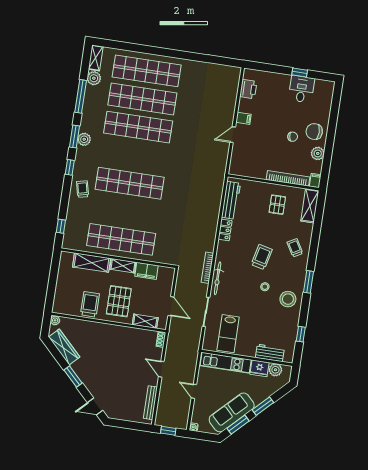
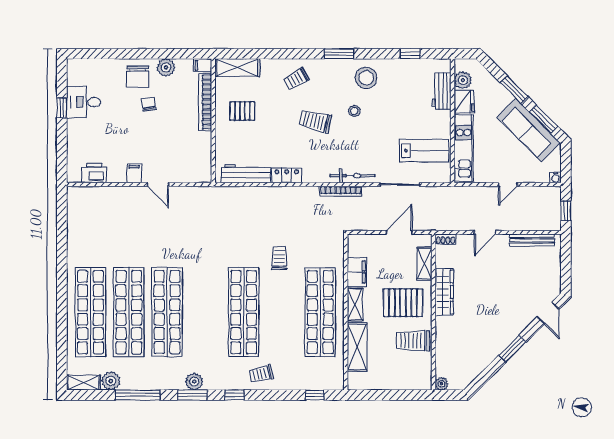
trolley: (165, 215) -> (279, 258), added
wardrobe: (64, 347) -> (444, 292), moved, turned 135

